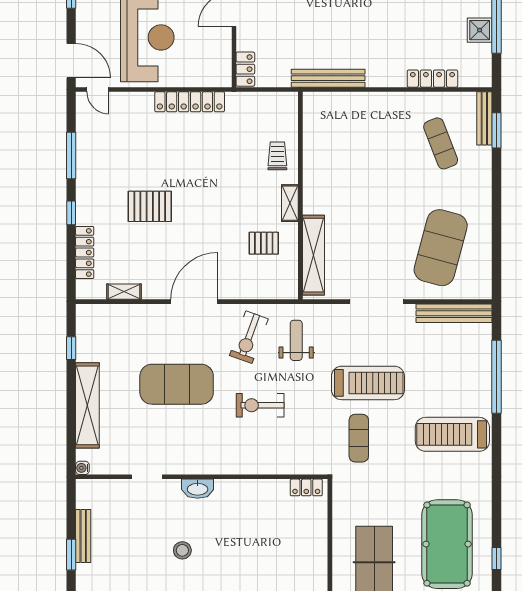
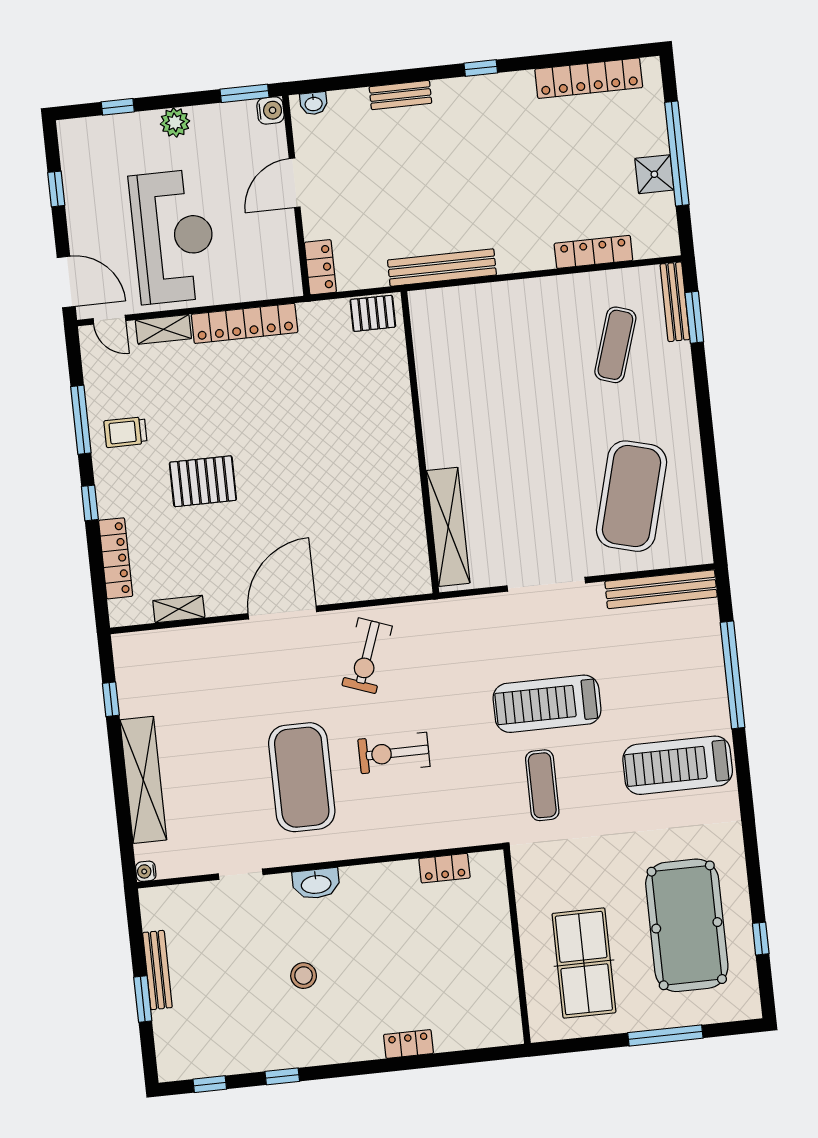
exercise mat: (441, 143) -> (615, 345), turned 39
trolley: (277, 156) -> (126, 432), moved, turned -90
shelving: (290, 203) -> (163, 329), moved, turned 90
pallet: (264, 243) -> (373, 313), moved
weight bench: (296, 340) -> (436, 653), removed
treadmill: (368, 383) -> (547, 704), turned 180
exercise mat: (177, 384) -> (302, 777), moved, turned 90
locker: (306, 487) -> (444, 868), moved

